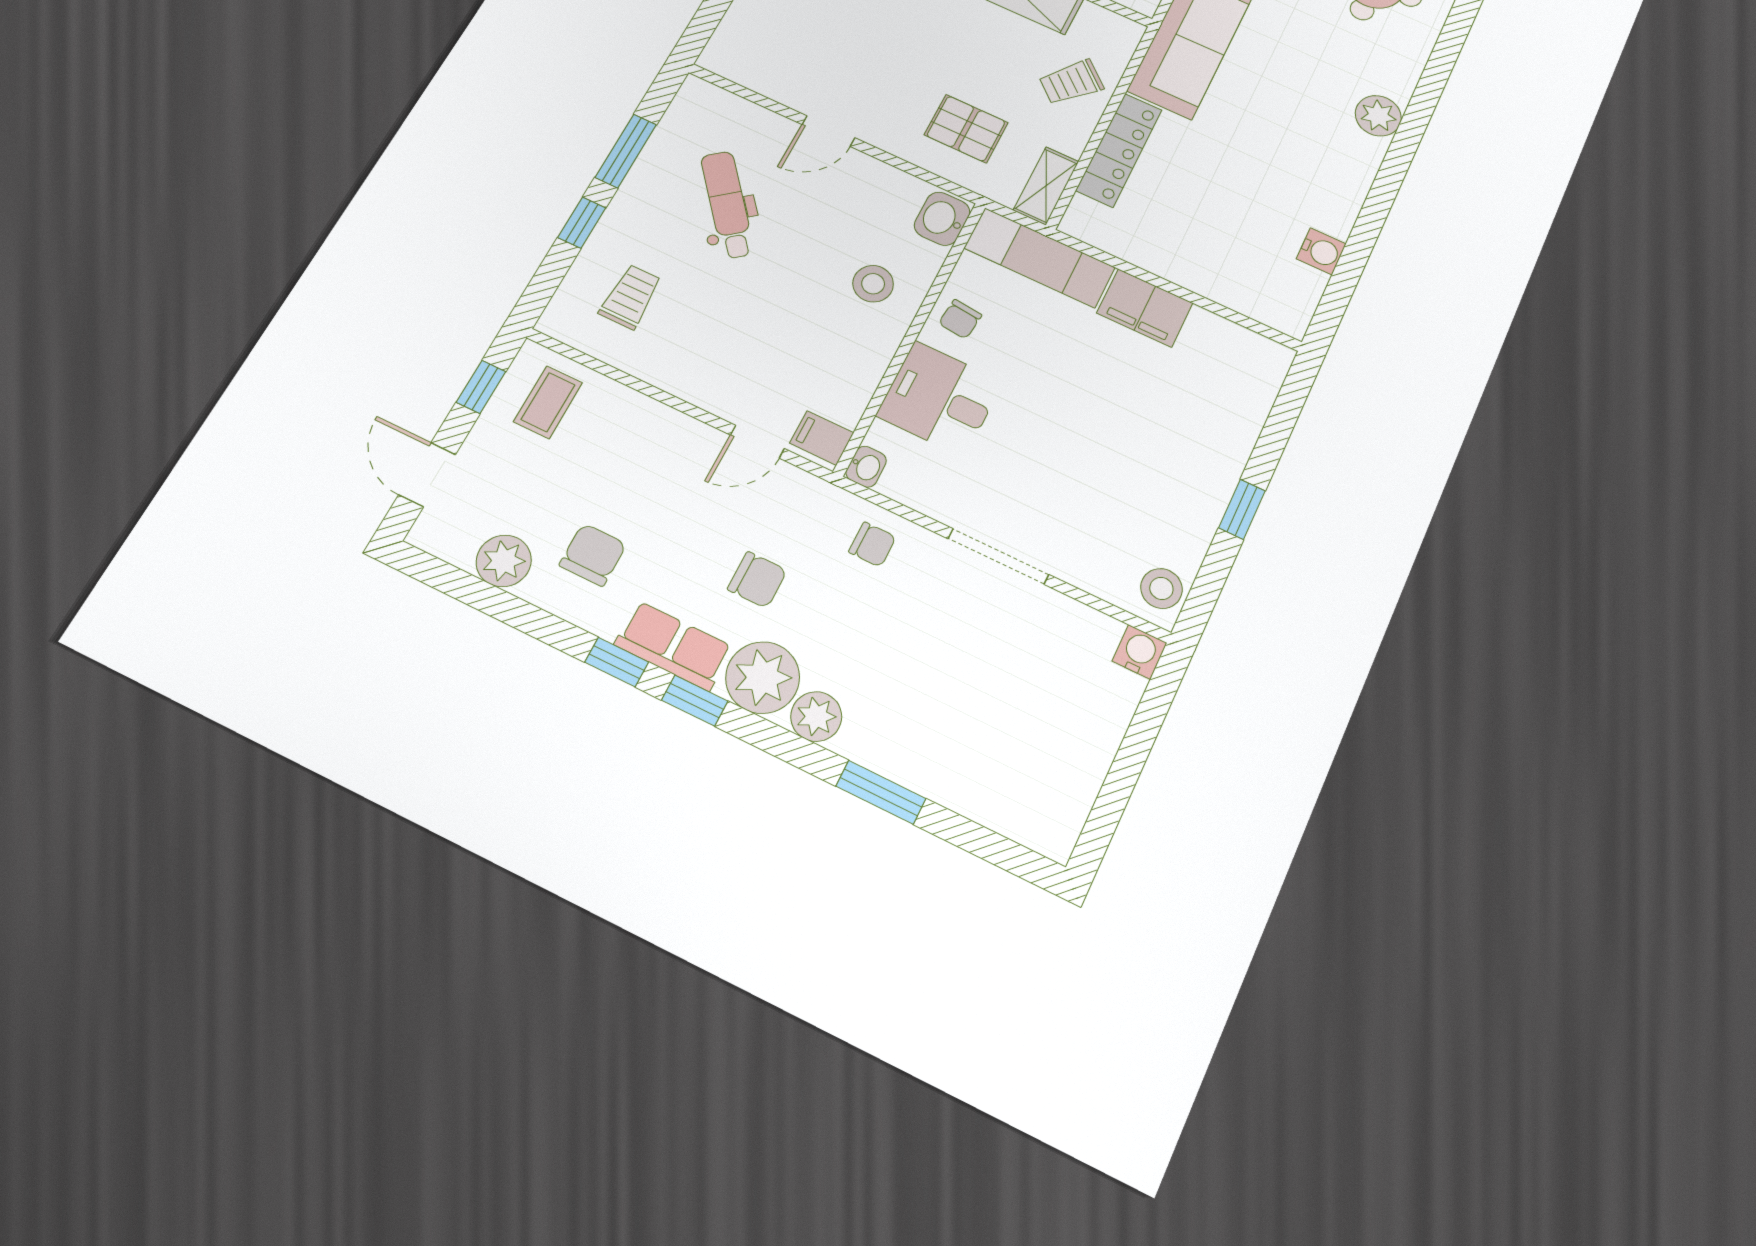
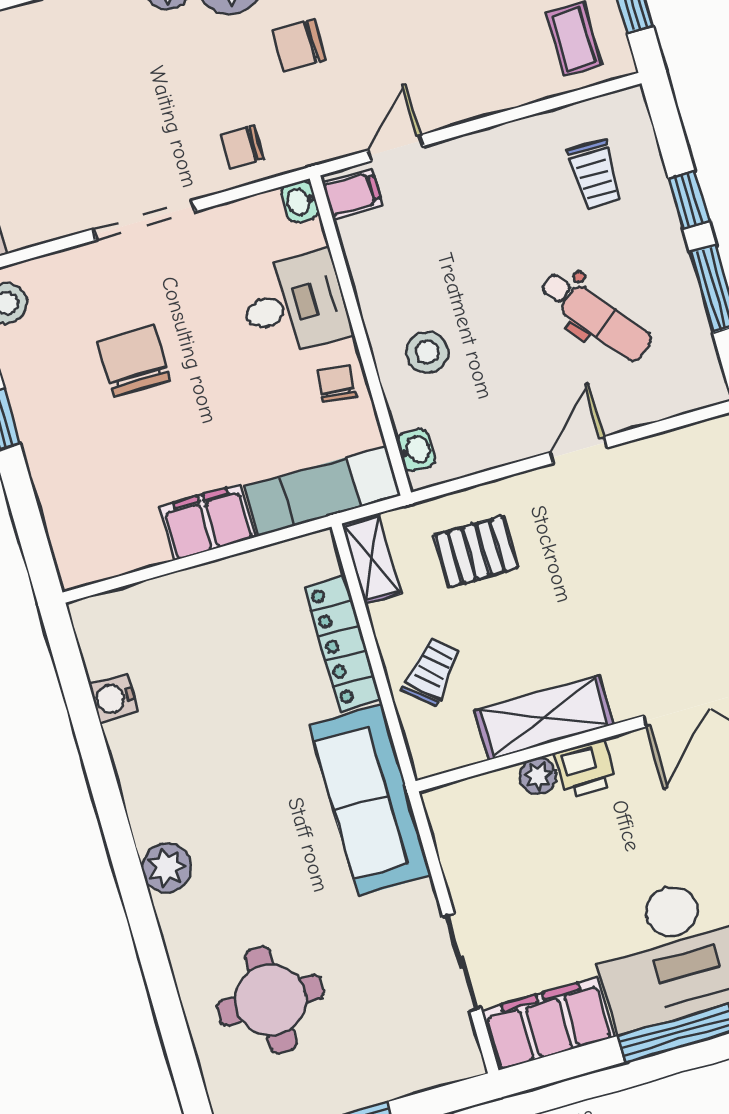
washbasin: (942, 219) -> (416, 450), width x0.72, depth x0.69
chair: (1099, 463) -> (134, 361), added

